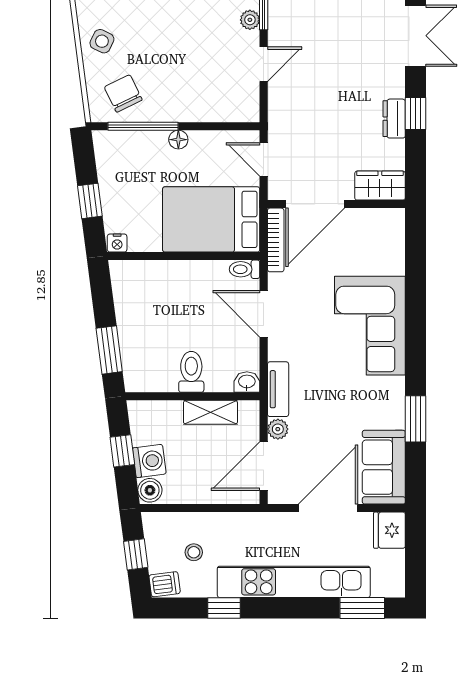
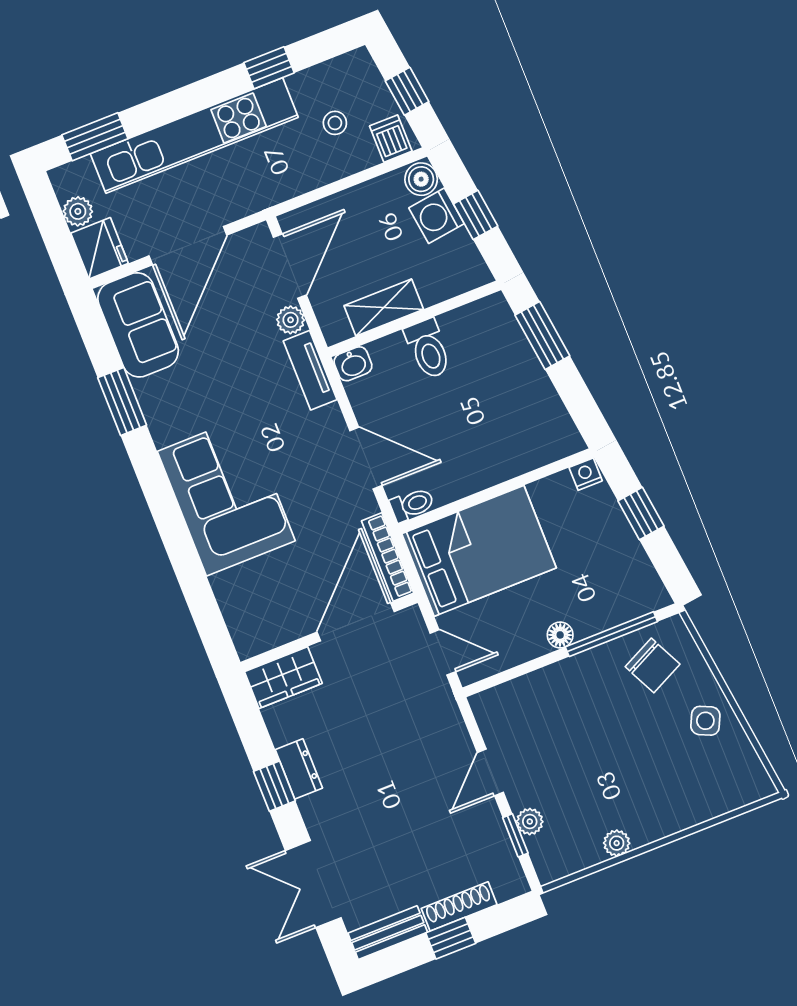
plant: (394, 561) -> (78, 211), added
dishwasher: (165, 584) -> (391, 139), moved, turned 97

